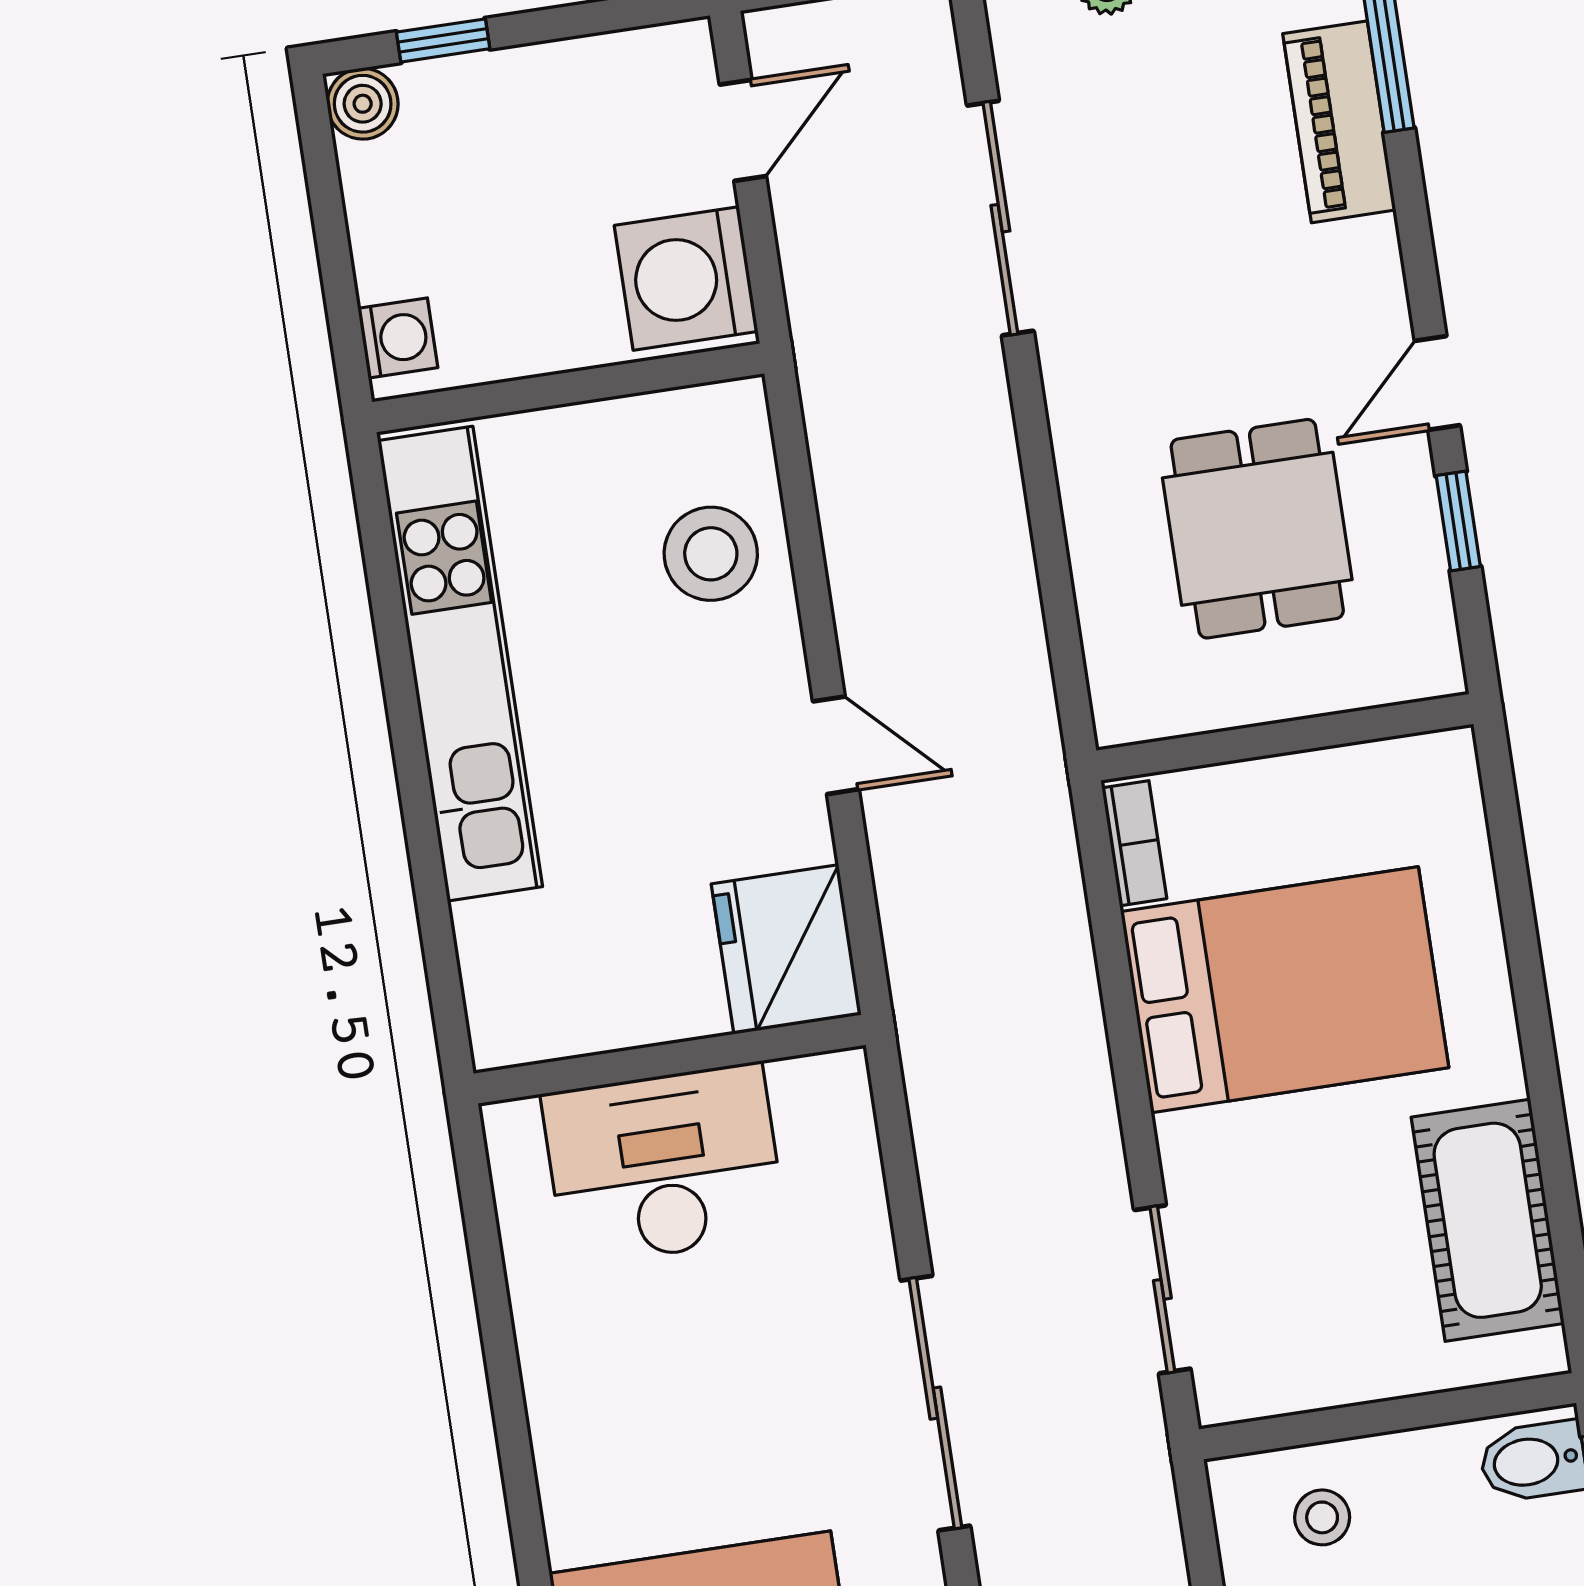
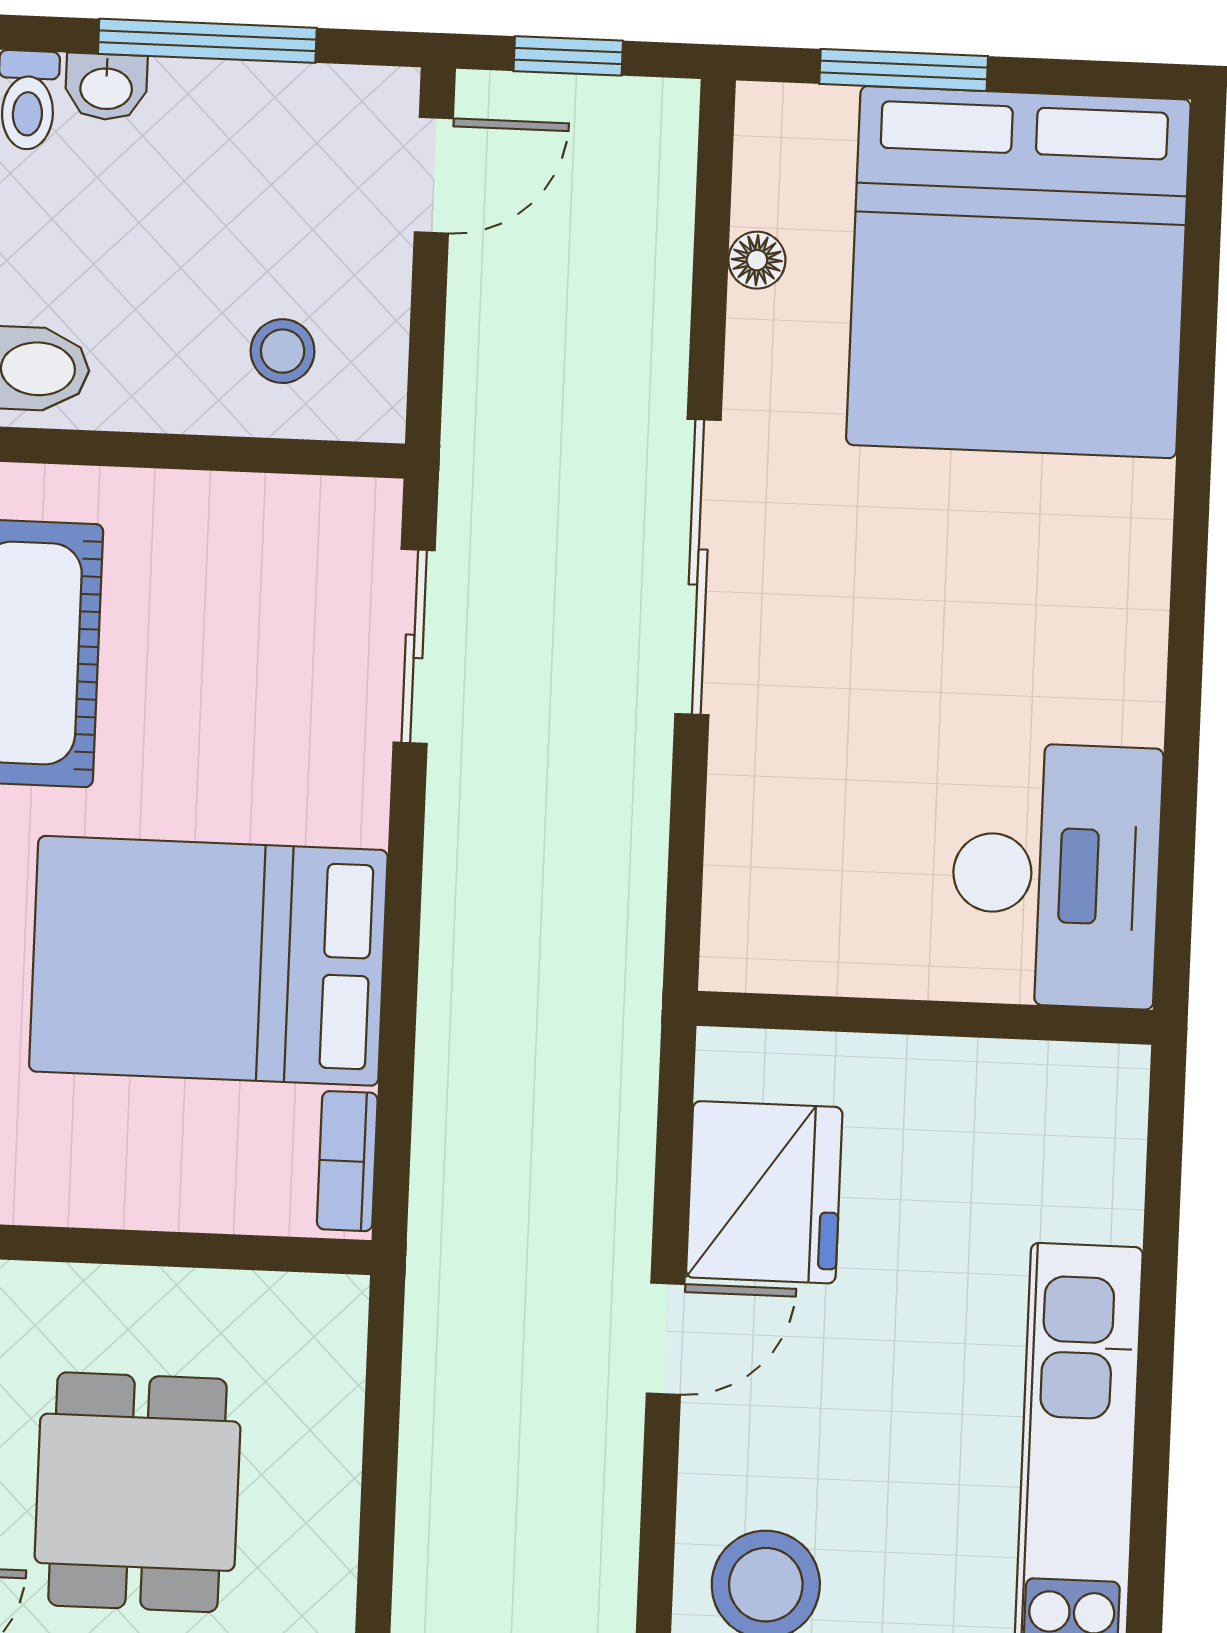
door: (836, 745) -> (666, 1339), swing flipped
fridge: (786, 949) -> (764, 1192), moved
desk: (664, 1165) -> (1056, 875), moved, turned -90

